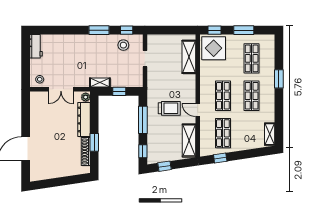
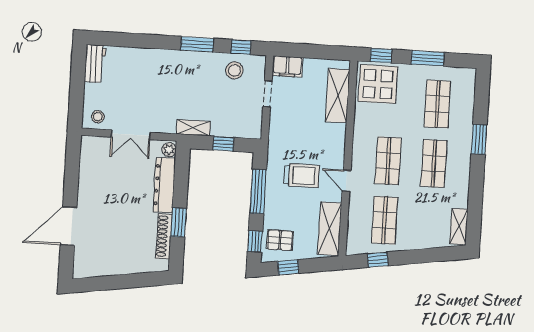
filing cabinet: (156, 41) -> (287, 66), added
pallet: (158, 150) -> (280, 240), added

